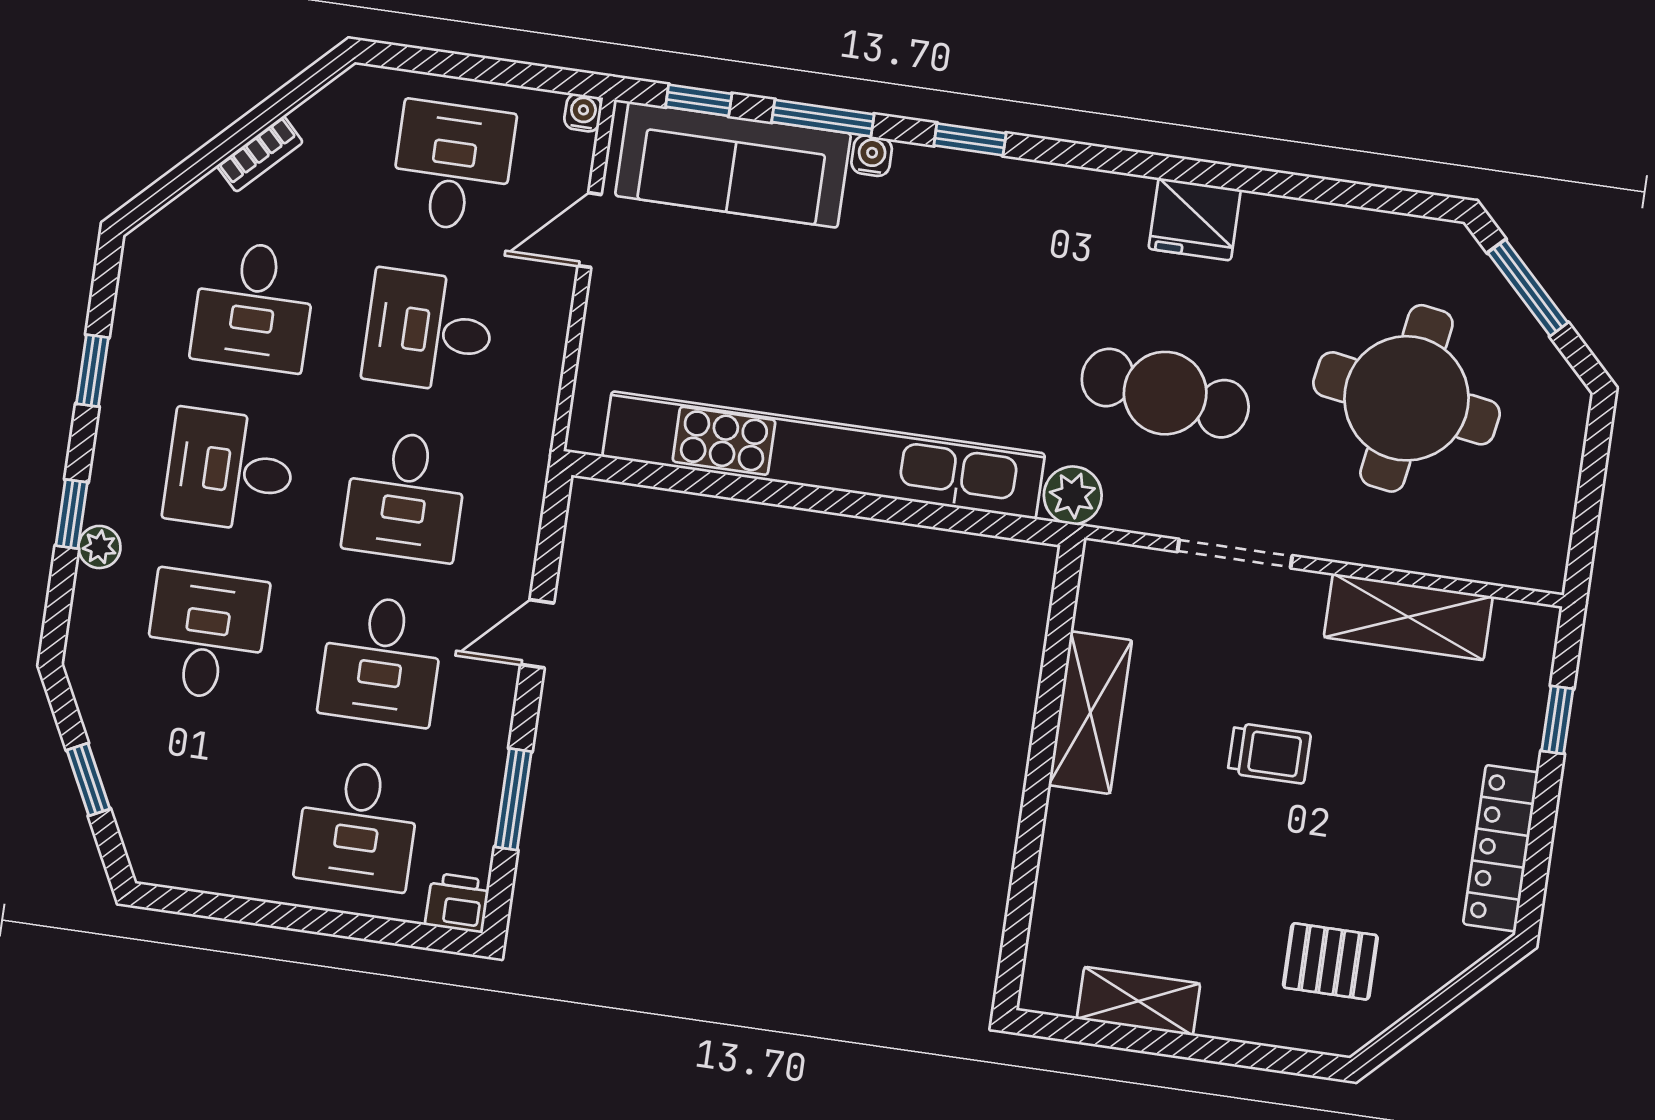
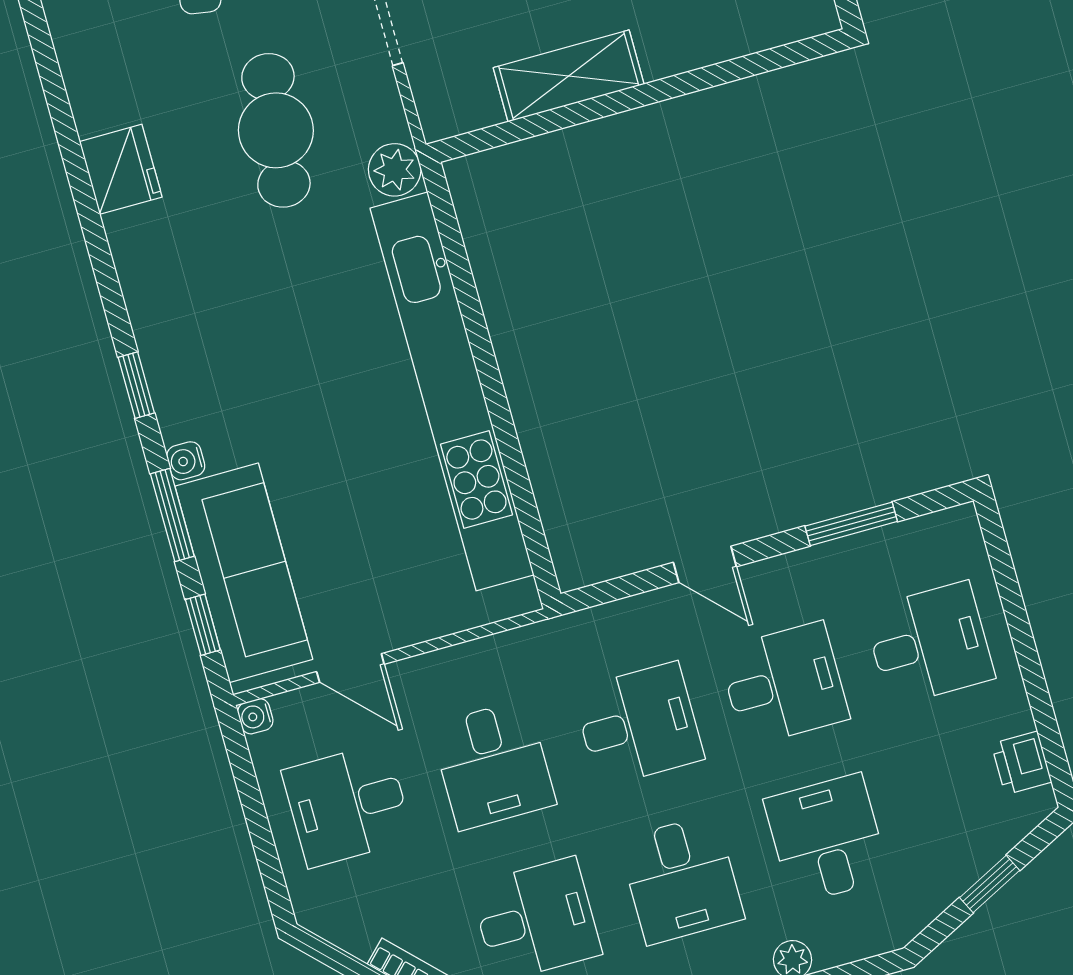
desk: (206, 635) -> (827, 839), turned 90
printer: (458, 903) -> (1022, 763), moved

